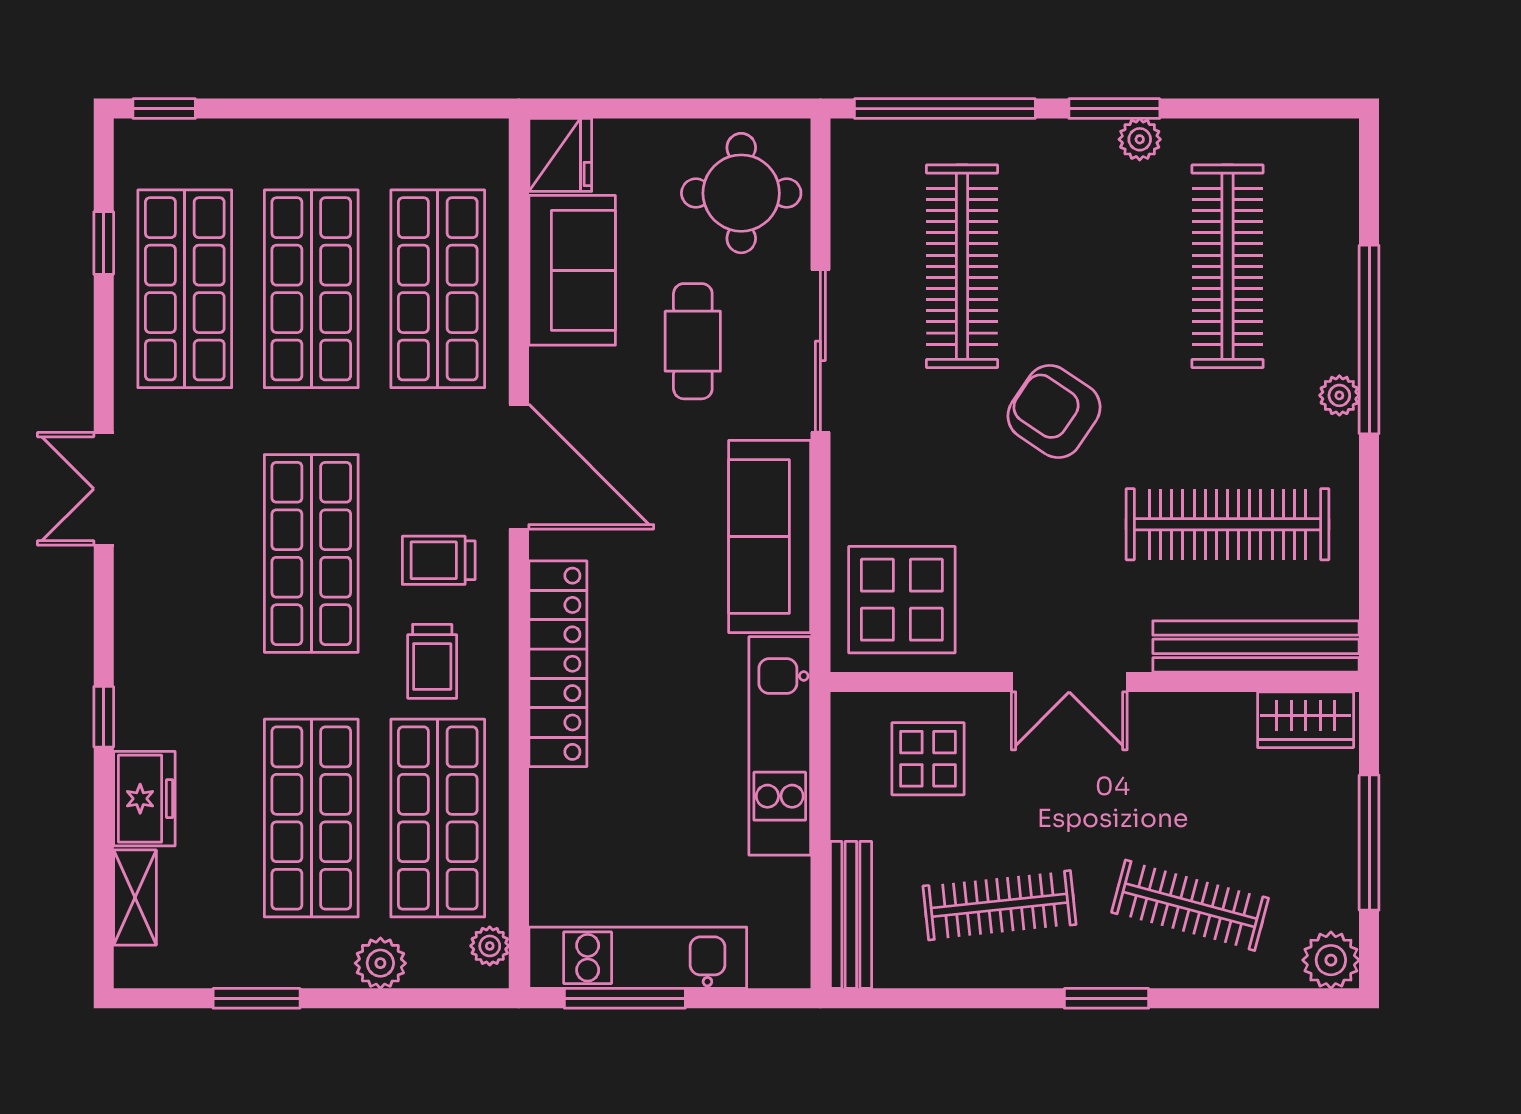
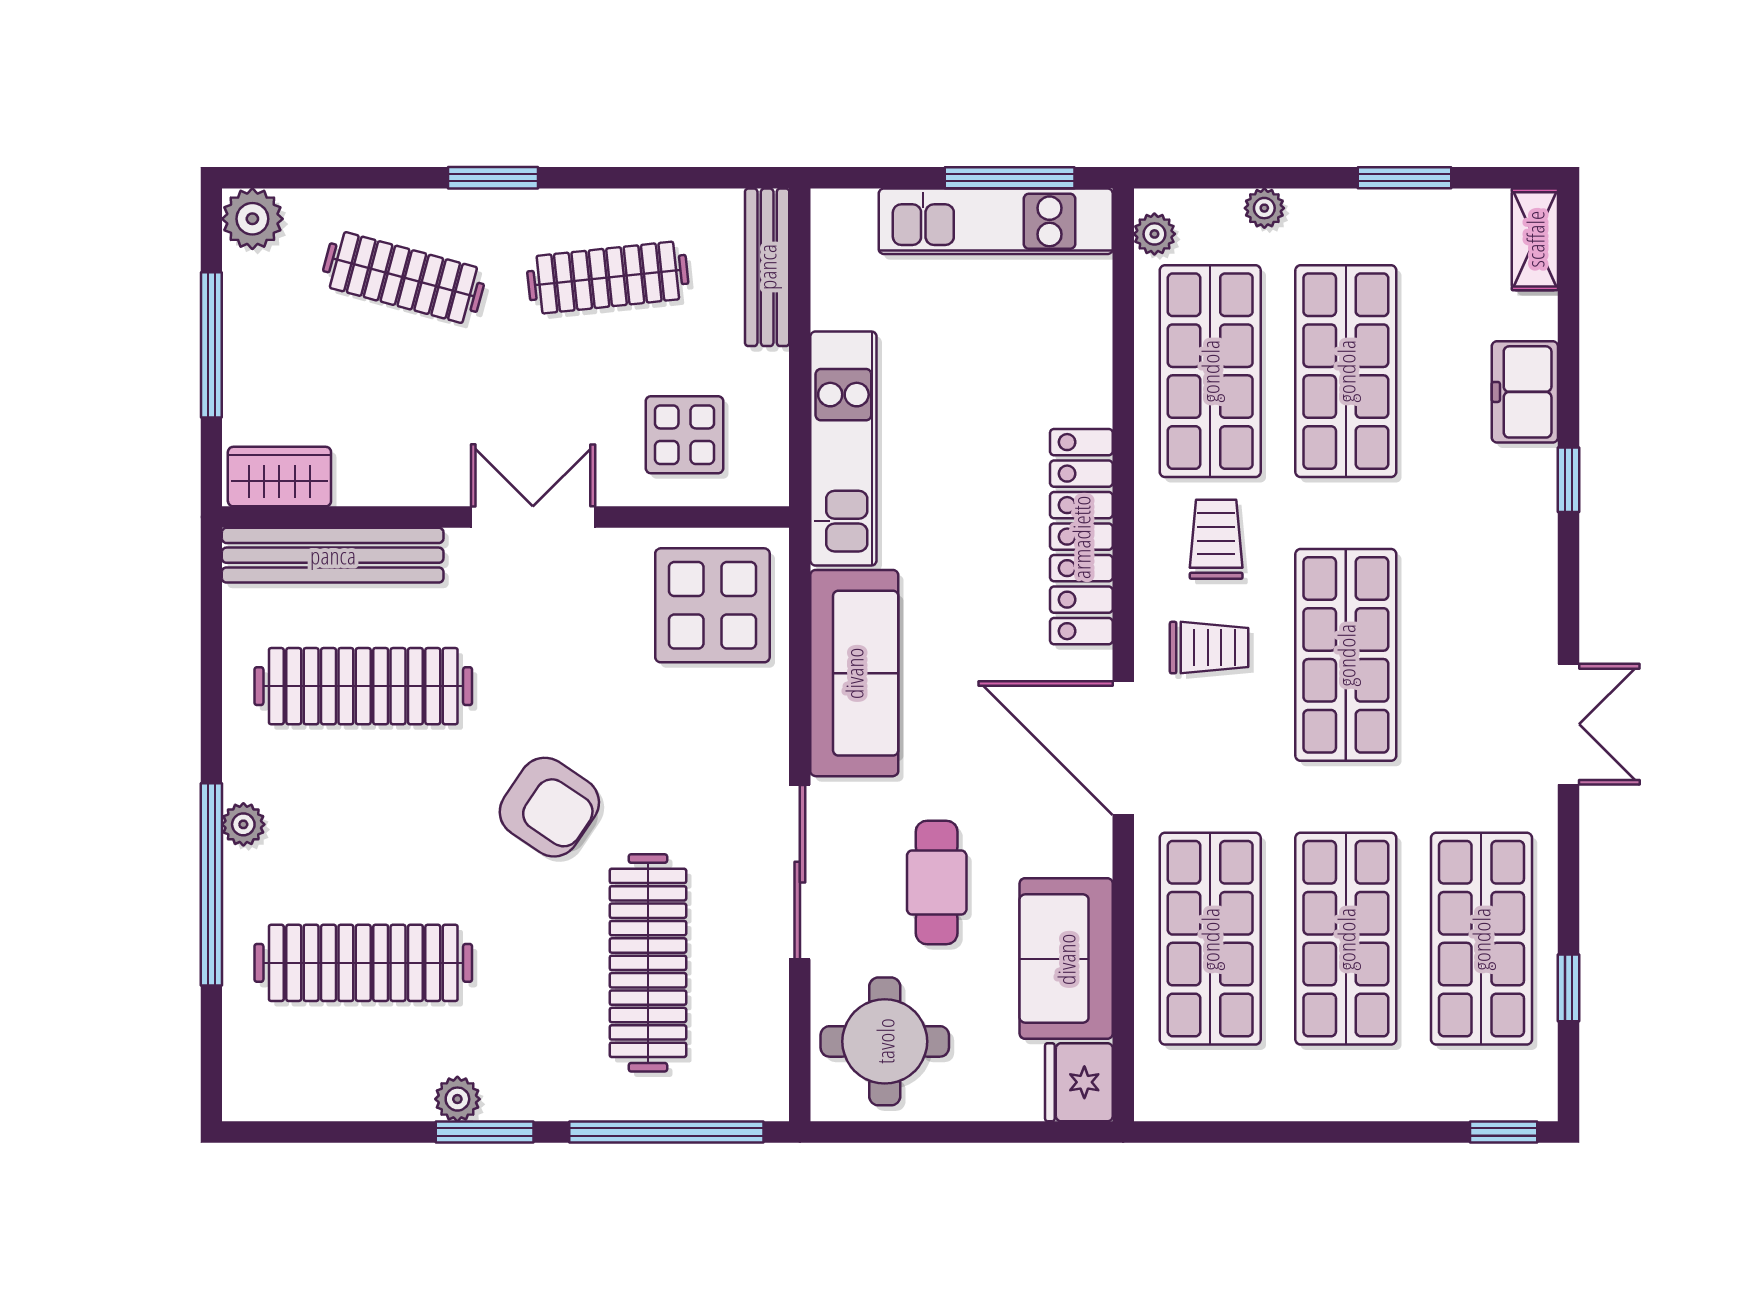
clothes rail: (1227, 266) -> (363, 963), turned 90
shelving: (135, 898) -> (1535, 239), moved
plant: (380, 963) -> (1264, 208), width x0.73, depth x0.73

